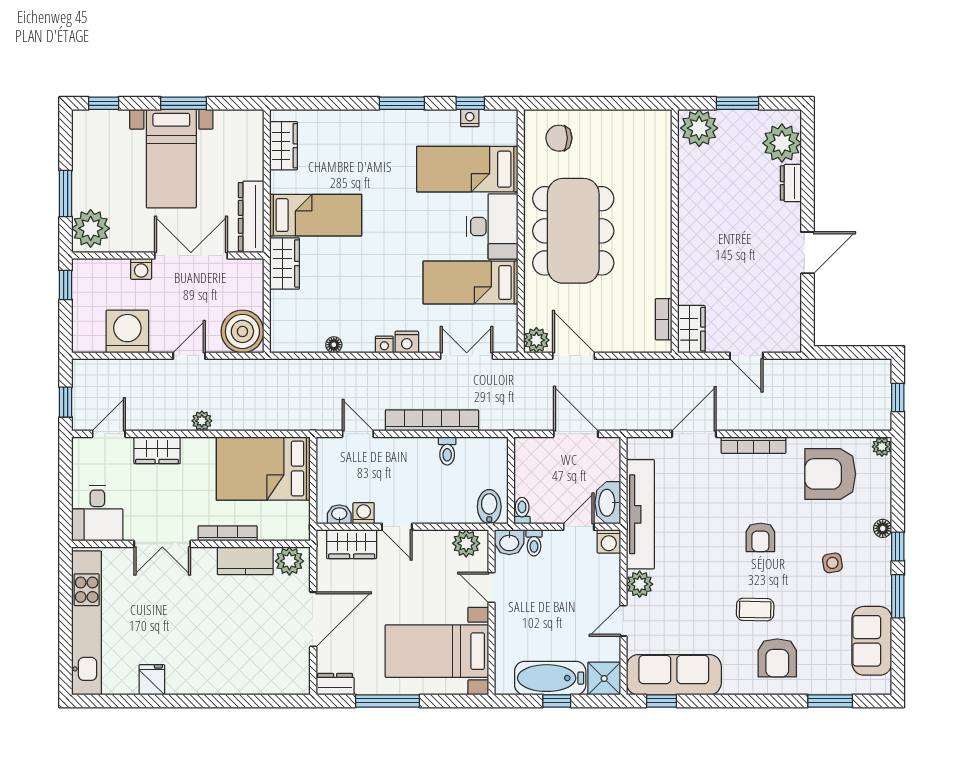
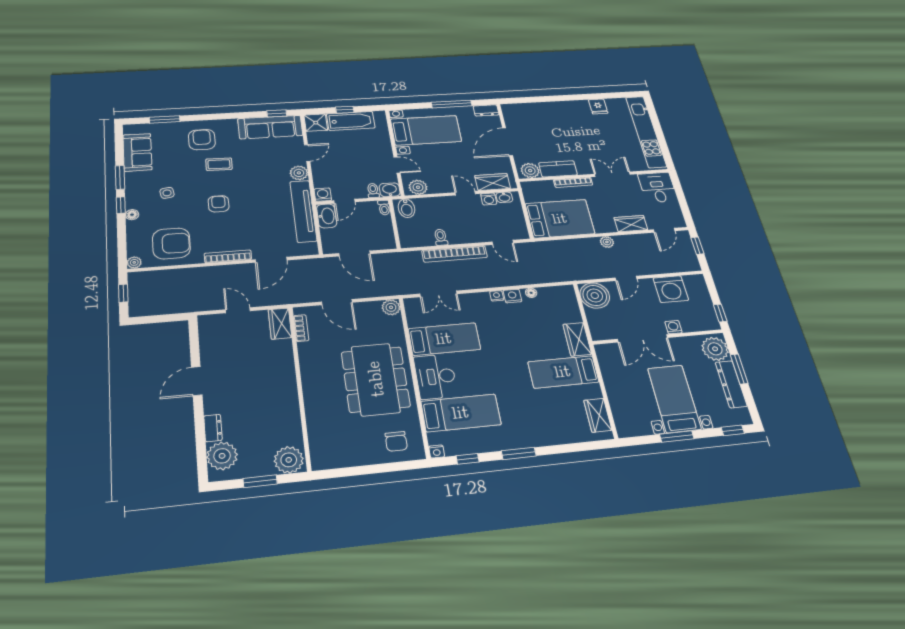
nightstand: (470, 118) -> (437, 452), moved
chair: (559, 138) -> (396, 441), turned 89
dresser: (251, 217) -> (731, 384), moved, turned 180
nightstand: (407, 342) -> (512, 296), moved
door: (574, 356) -> (337, 302), moved

